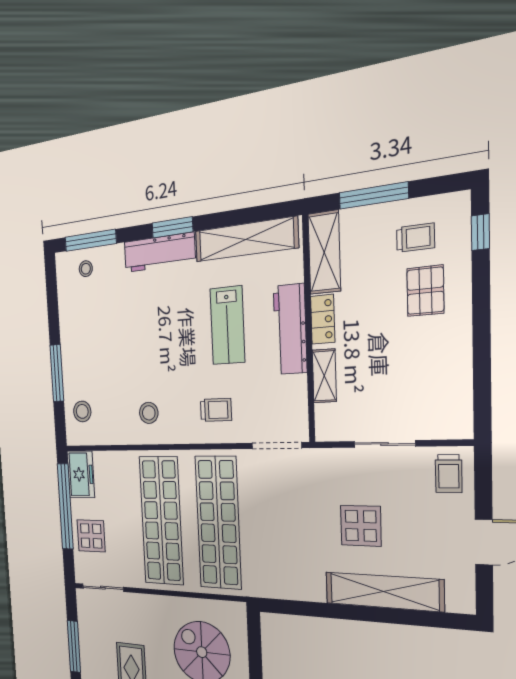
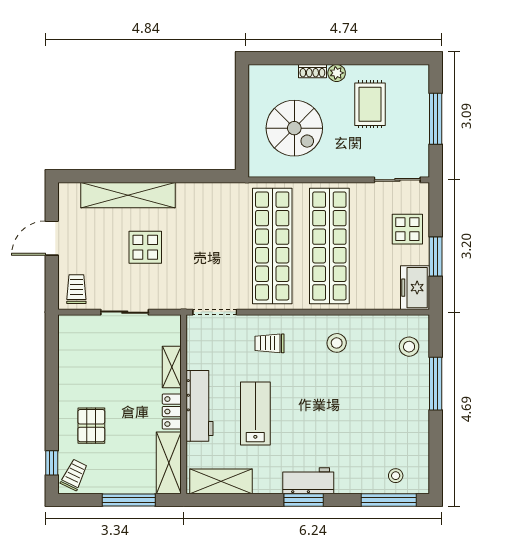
trolley: (416, 238) -> (74, 475), moved, turned 116
shelving: (246, 239) -> (221, 481), width x0.68
workbench: (159, 253) -> (308, 481), width x0.73
window: (65, 507) -> (436, 257), width x0.47

